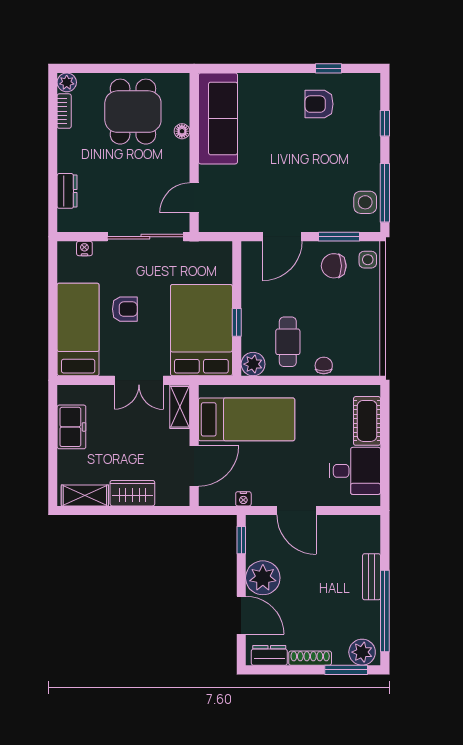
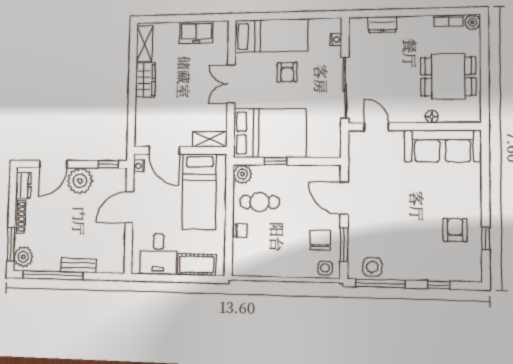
shelving: (180, 407) -> (210, 139), moved
bed: (247, 419) -> (199, 192), moved
wall: (194, 445) -> (180, 150), moved
door: (194, 466) -> (164, 150), moved

